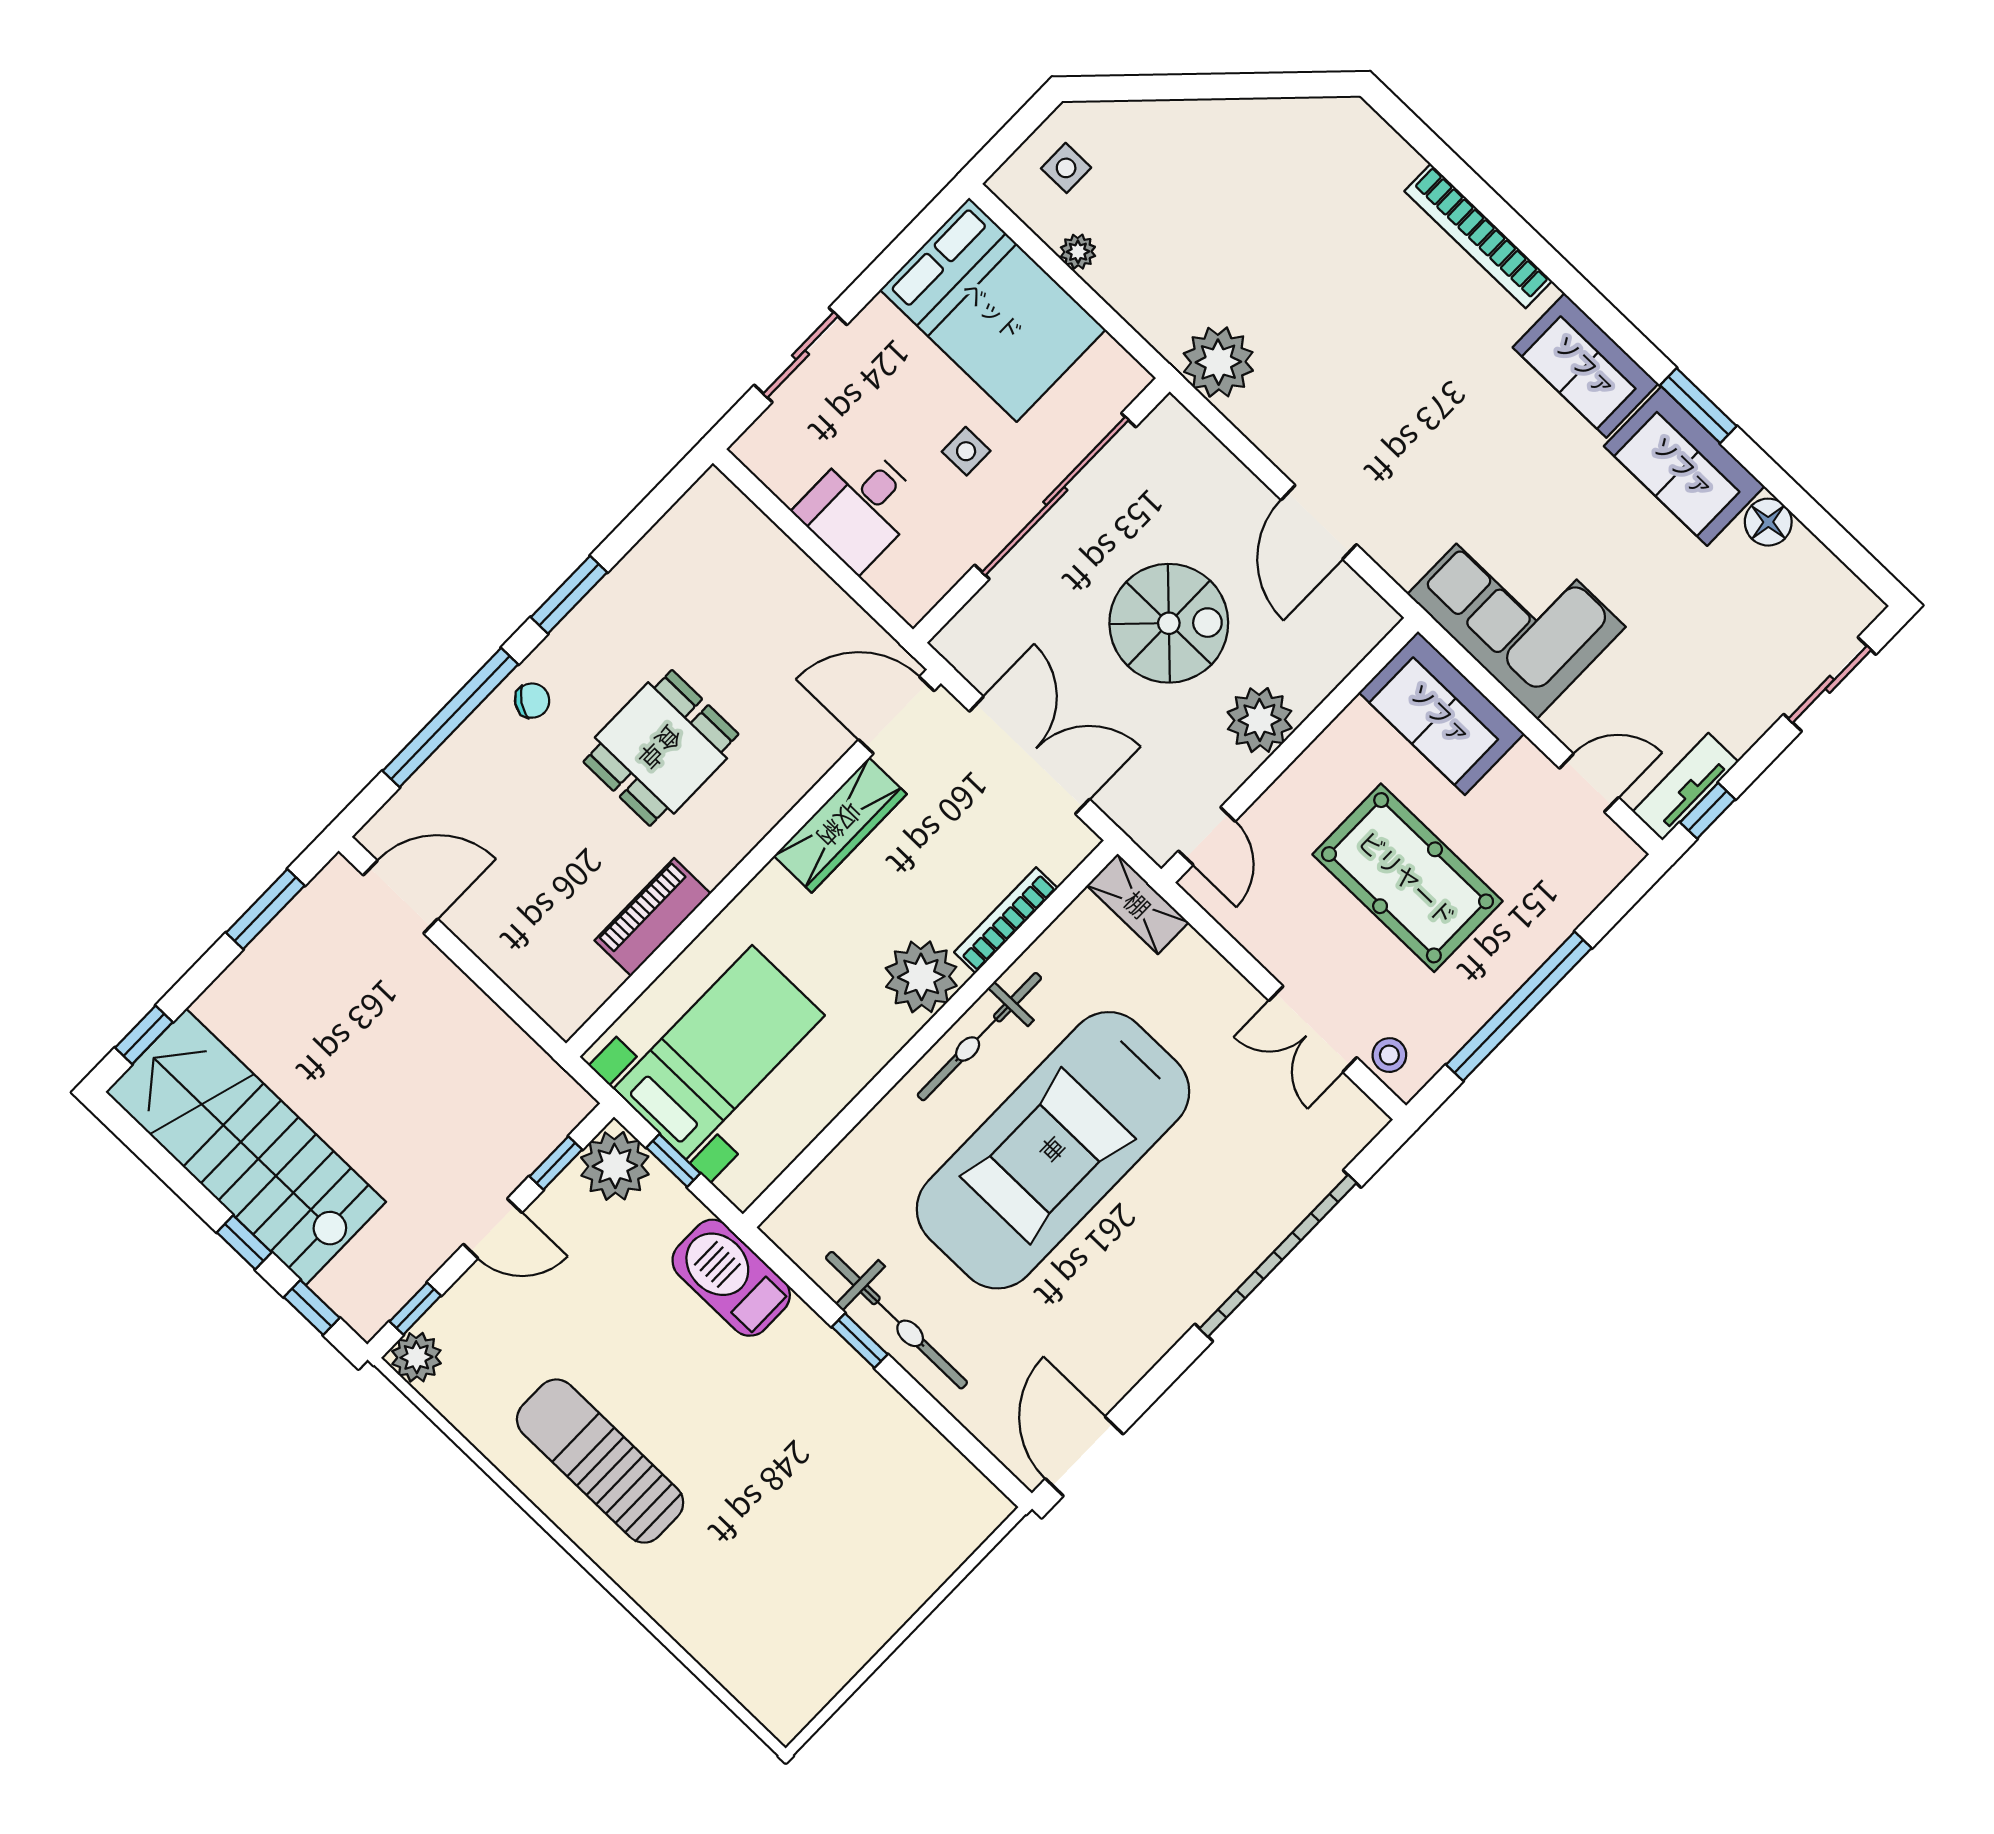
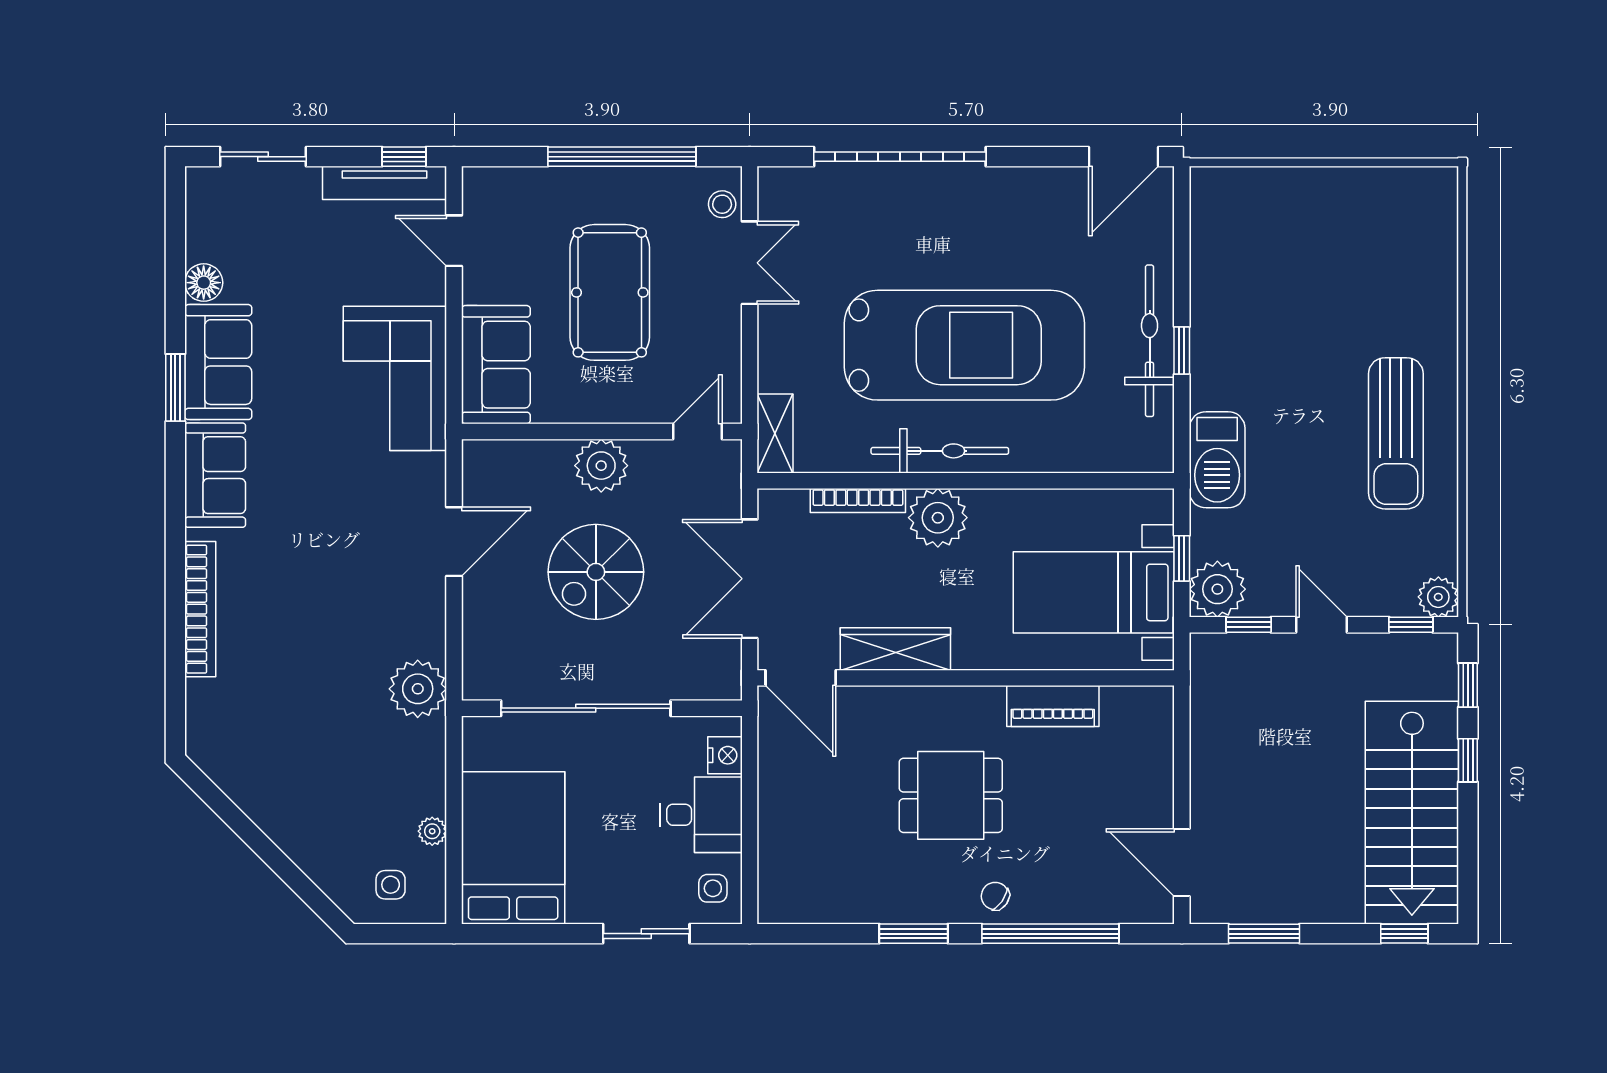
side table: (966, 451) -> (713, 888), moved
nightstand: (892, 580) -> (725, 755), added
spiral stairs: (1169, 623) -> (596, 572), turned -90
tv unit: (1685, 787) -> (384, 183), width x1.41

